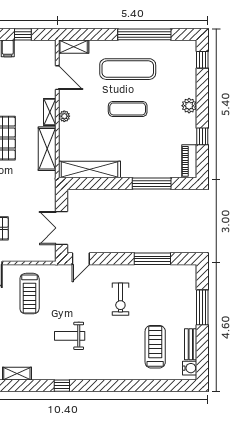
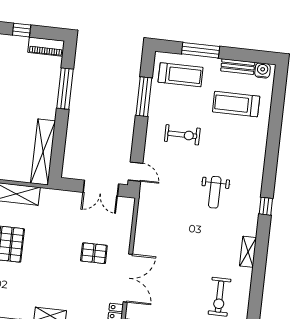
treadmill: (30, 294) -> (181, 75), moved

